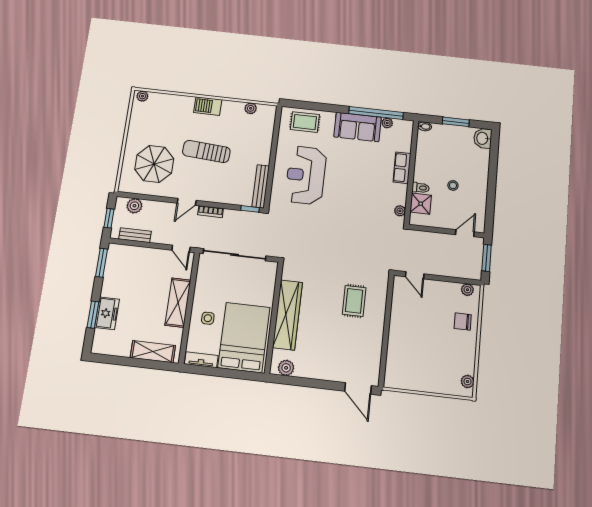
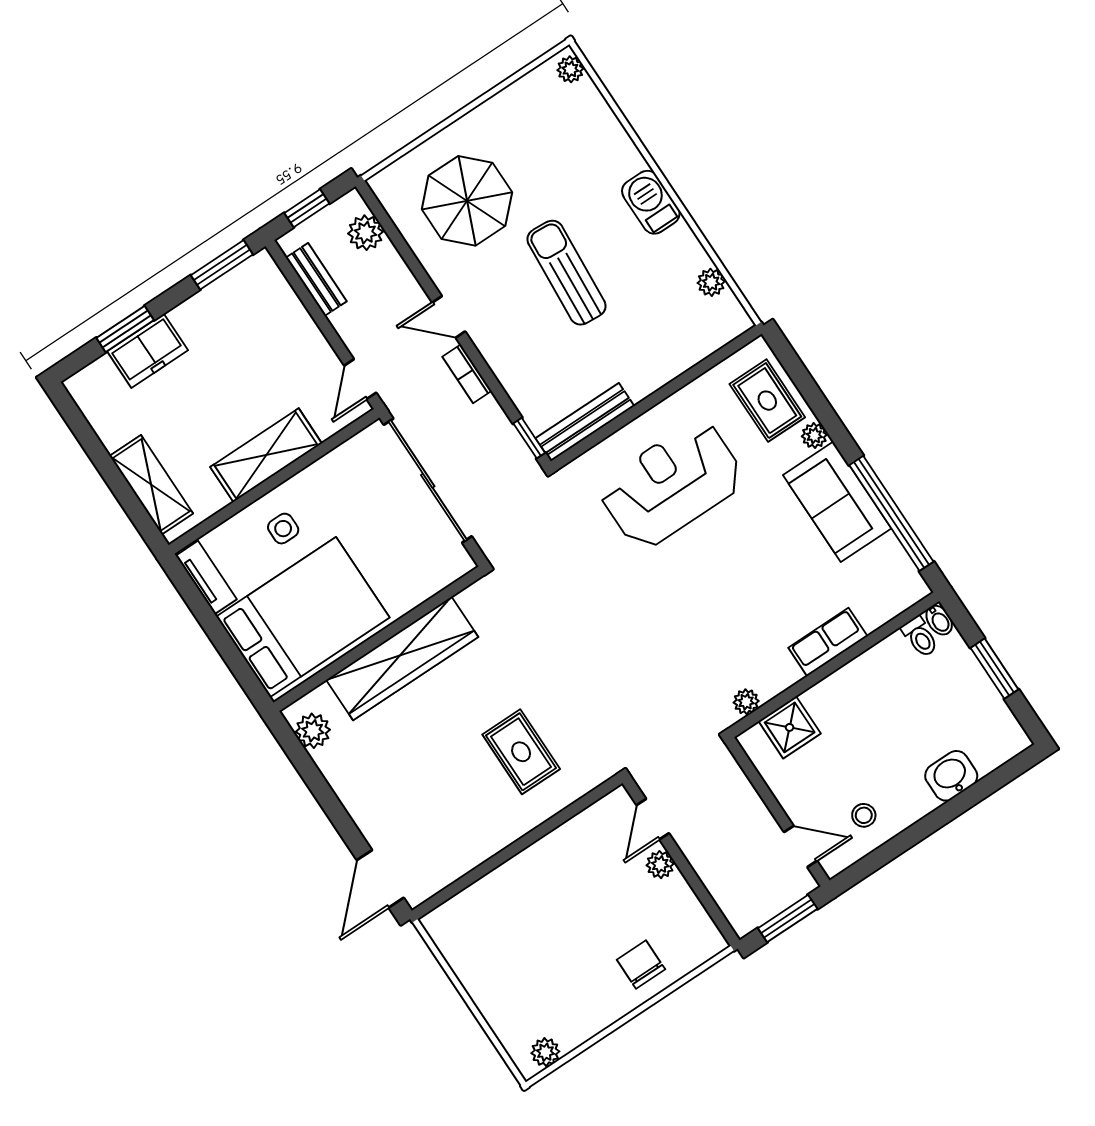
plant: (387, 123) -> (814, 436), moved
washbasin: (483, 138) -> (951, 776), moved
stool: (453, 185) -> (864, 815), moved
toilet: (421, 188) -> (920, 637), moved
plant: (467, 290) -> (660, 865), moved
rug: (354, 301) -> (521, 752), turned 90

